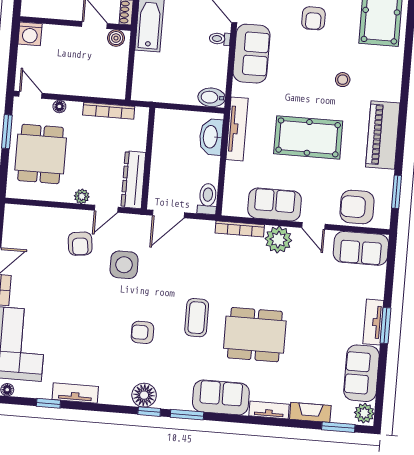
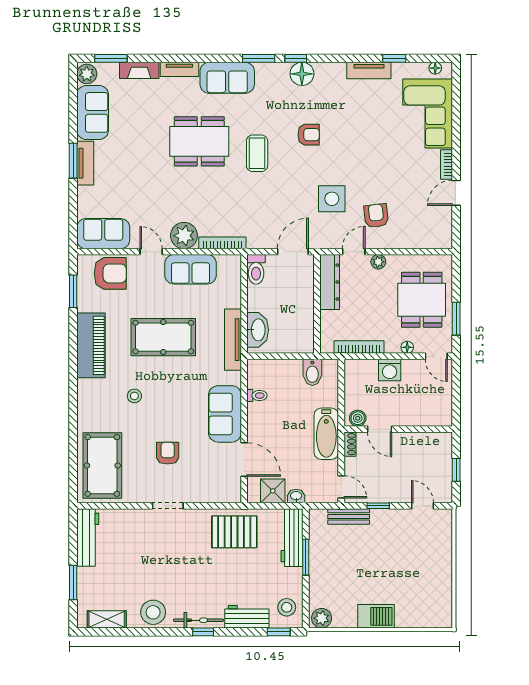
washing machine: (30, 34) -> (390, 370), moved, turned 180
toilet: (220, 39) -> (257, 396), moved
bidet: (212, 97) -> (312, 372), moved, turned 90

